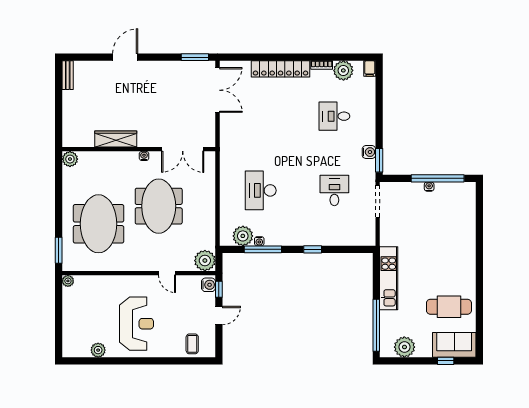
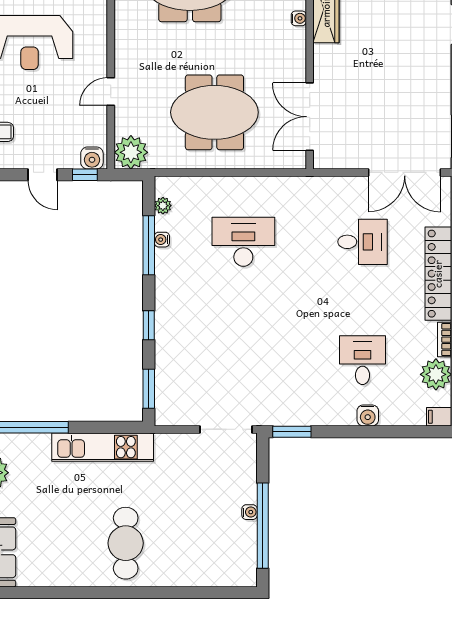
water cooler: (369, 152) -> (368, 415), moved
water cooler: (144, 156) -> (299, 18), moved
desk: (334, 190) -> (362, 242), moved
meeting table: (159, 206) -> (214, 112), moved
plant: (243, 236) -> (163, 206), width x0.53, depth x0.53
window: (352, 249) -> (149, 389), added
cafe table: (449, 307) -> (126, 543), moved

